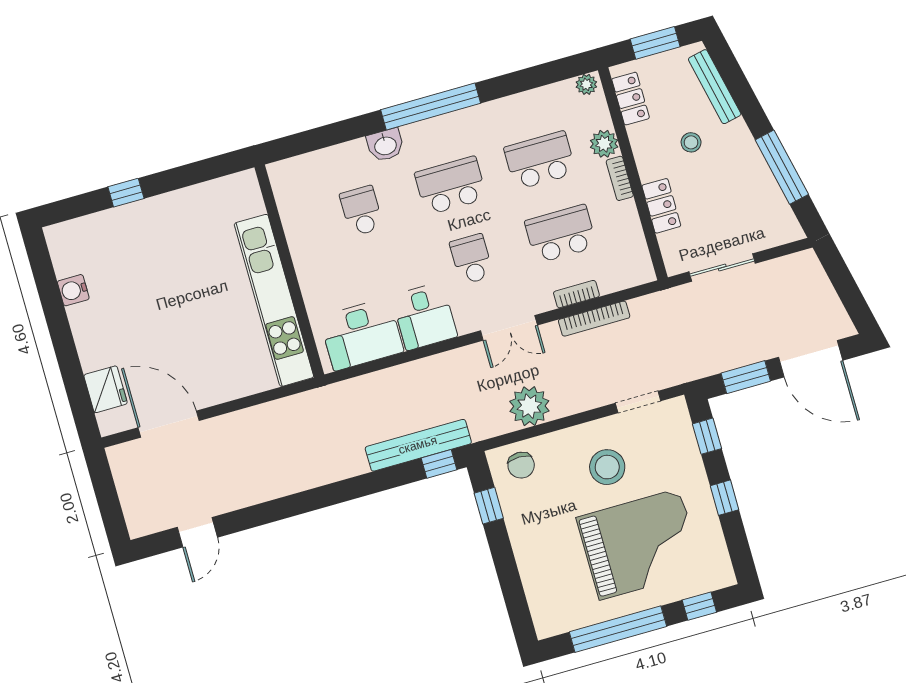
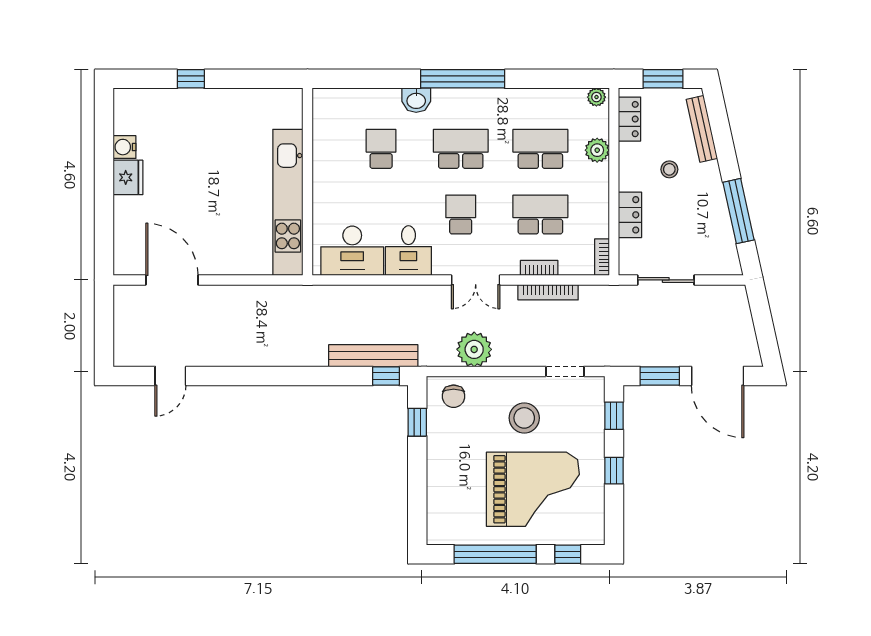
bookcase: (620, 178) -> (602, 257), moved
fridge: (106, 389) -> (128, 177), moved

